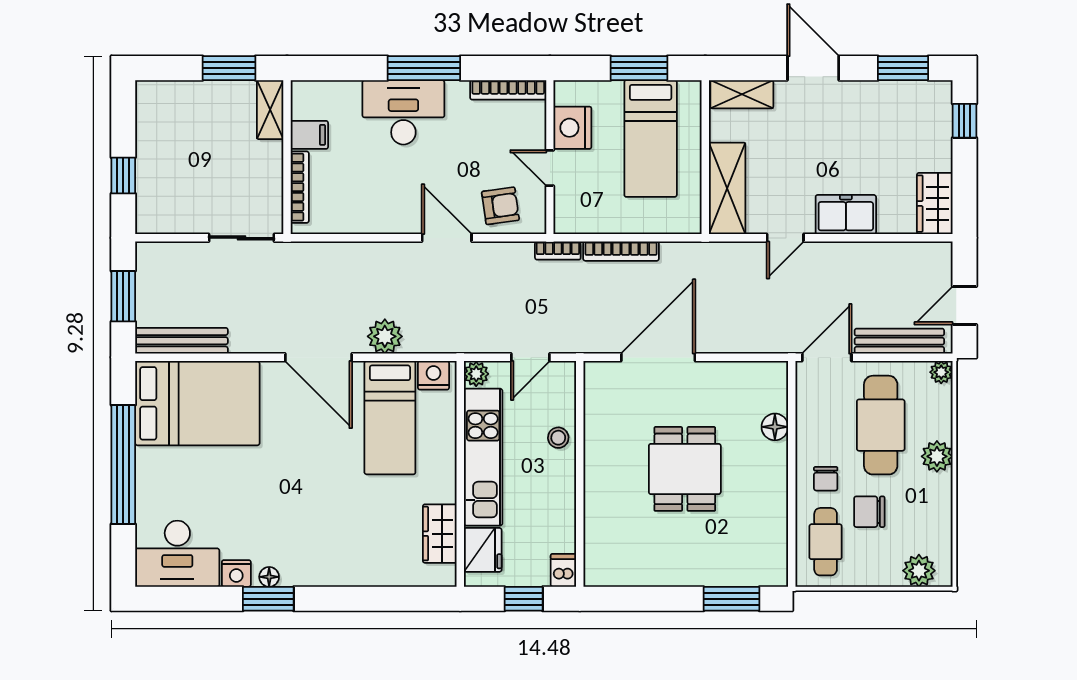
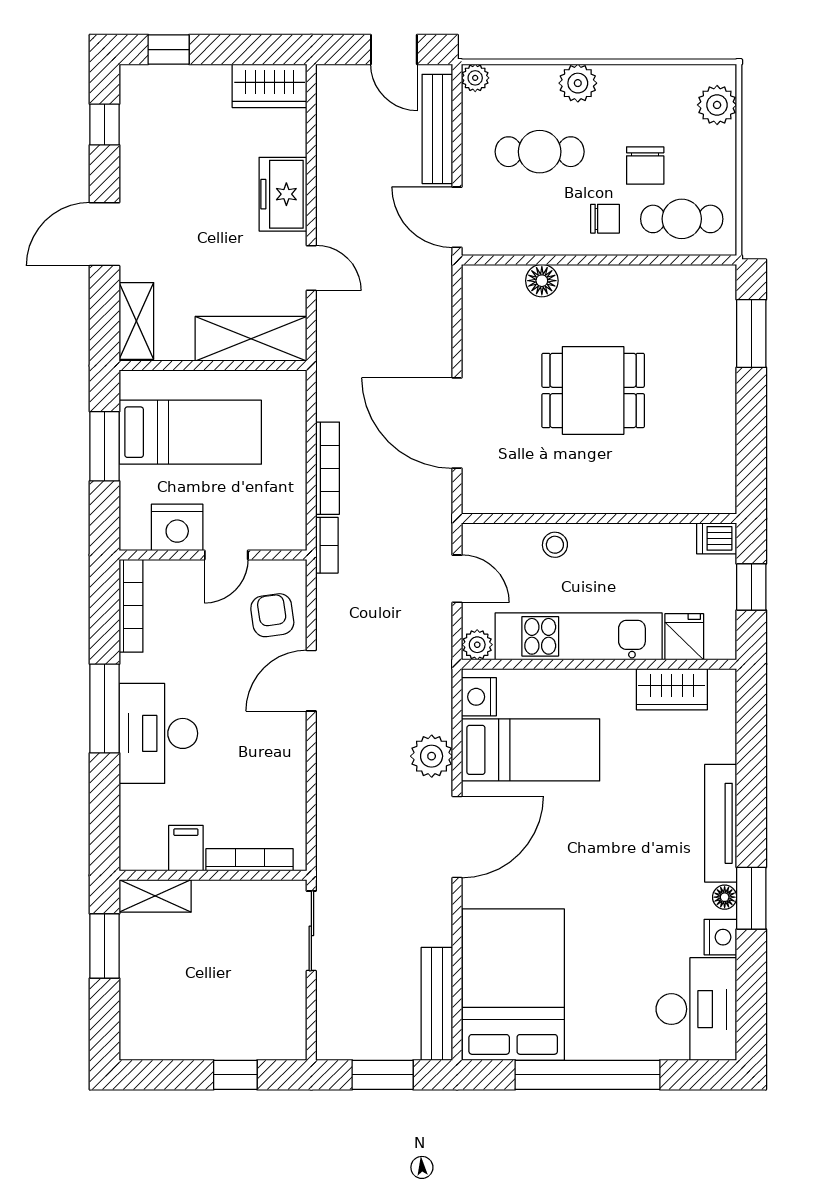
window: (903, 68) -> (105, 125), width x0.67
cafe table: (881, 425) -> (540, 152), width x0.73, depth x0.74
fridge: (483, 550) -> (684, 637), width x0.72
tv unit: (330, 574) -> (721, 823), added

